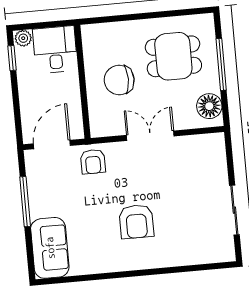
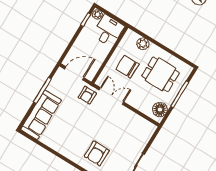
plant: (117, 32) -> (143, 44), added
double door: (150, 136) -> (111, 96), moved
armchair: (136, 222) -> (97, 153), moved
sofa: (50, 248) -> (41, 115), width x1.36

